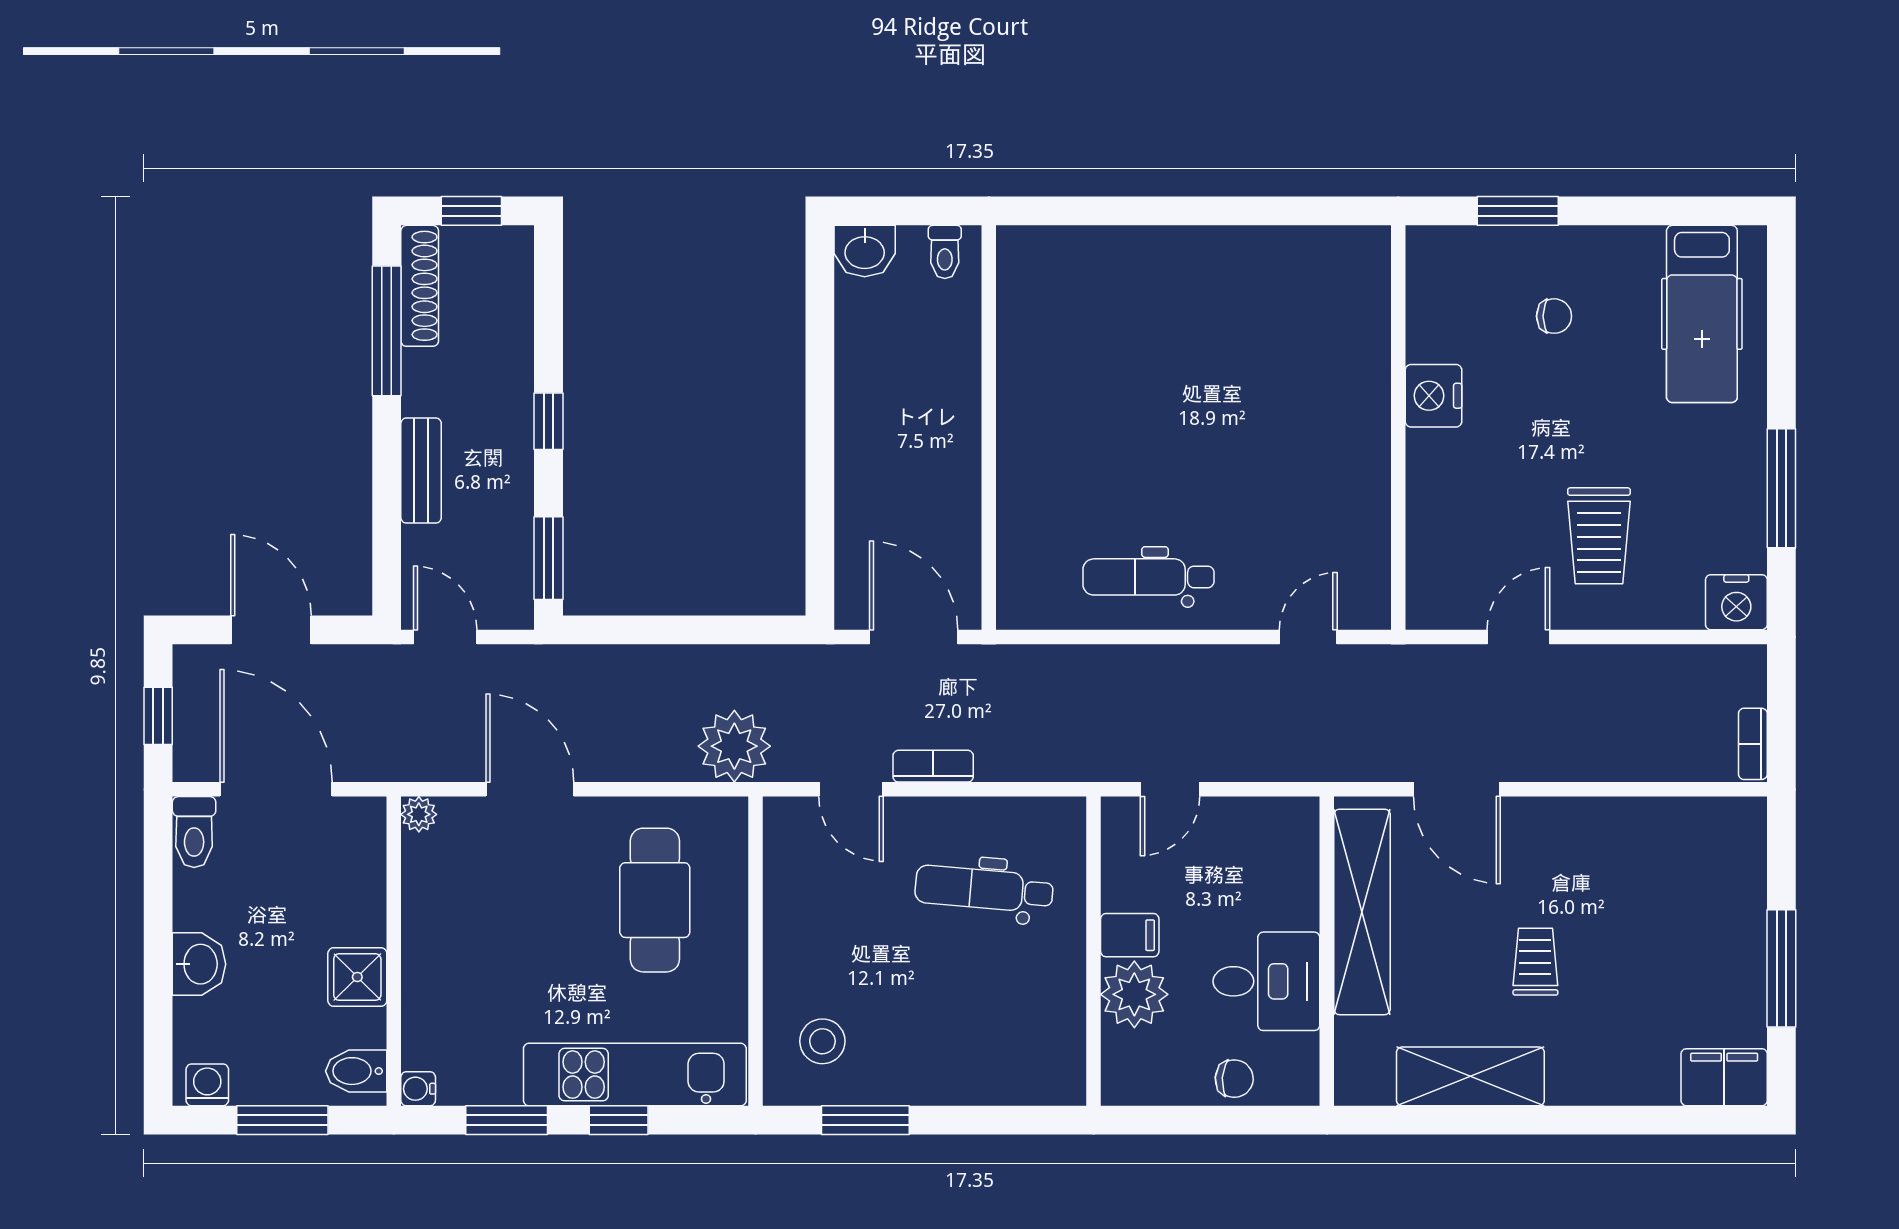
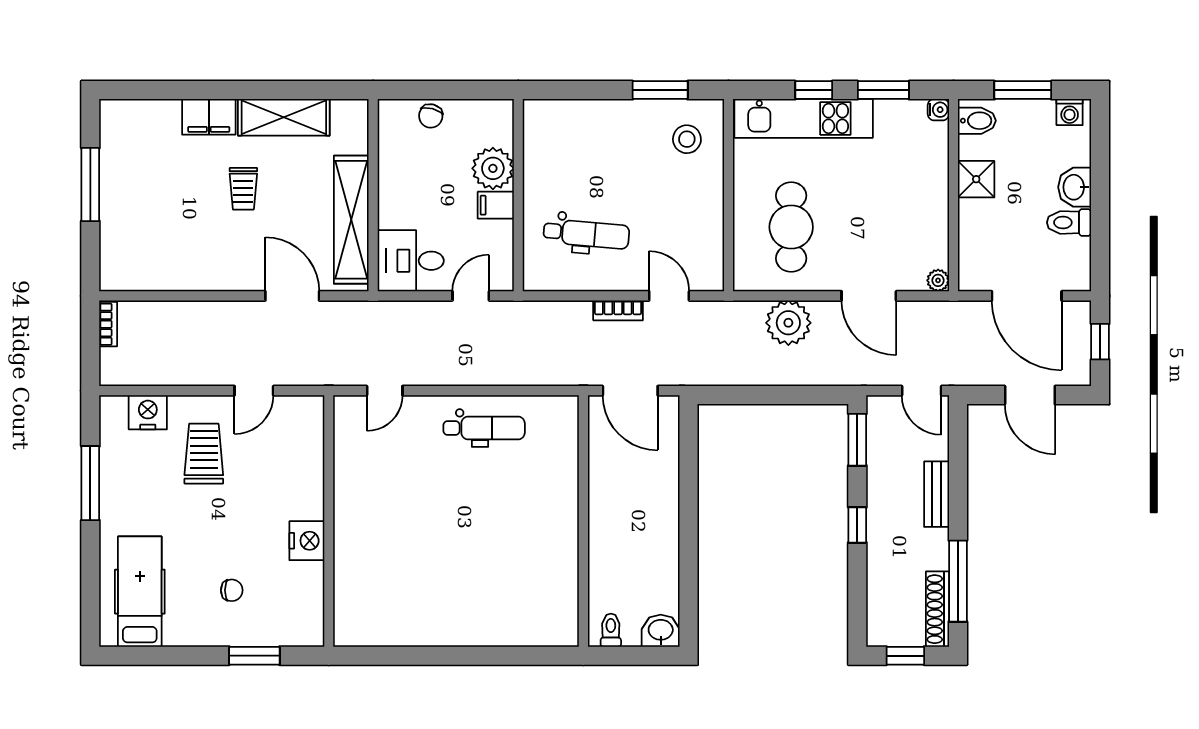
chair: (1554, 316) -> (232, 590), turned 180
nightstand: (1736, 602) -> (148, 412), moved
plant: (734, 746) -> (788, 323), moved
toilet: (194, 832) -> (1069, 222), moved, turned -90
desk: (1266, 981) -> (411, 261), moved
filing cabinet: (1724, 1077) -> (209, 117), moved
chair: (1234, 1079) -> (431, 116), turned -79

